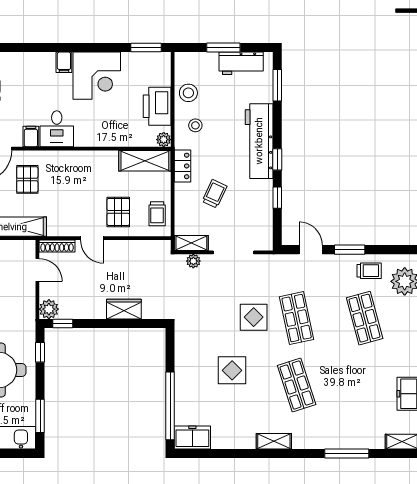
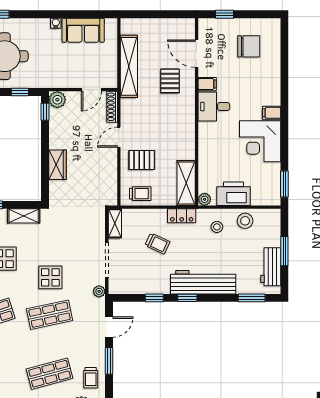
pallet: (27, 179) -> (170, 81), turned 90
trolley: (157, 214) -> (140, 194), turned 180
plant: (193, 261) -> (99, 291), moved
shelving: (183, 348) -> (24, 216), added

